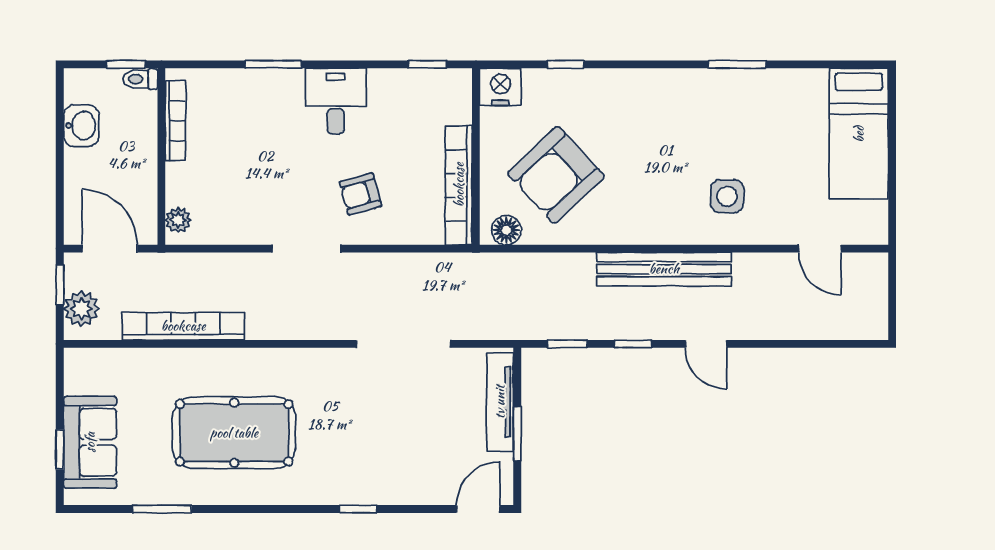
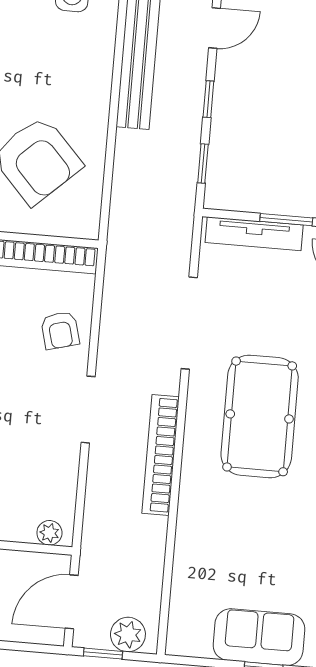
armchair: (361, 194) -> (60, 330), moved
floor lamp: (506, 230) -> (87, 213), removed
bookcase: (183, 326) -> (161, 455), moved
pool table: (234, 433) -> (260, 416), moved

